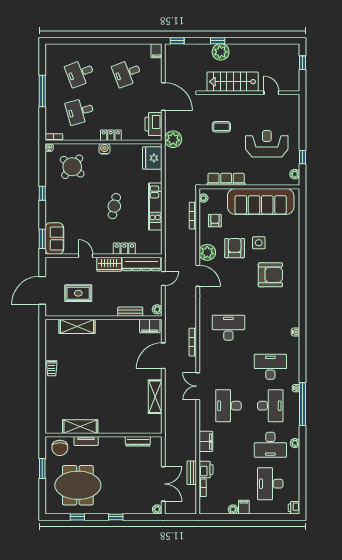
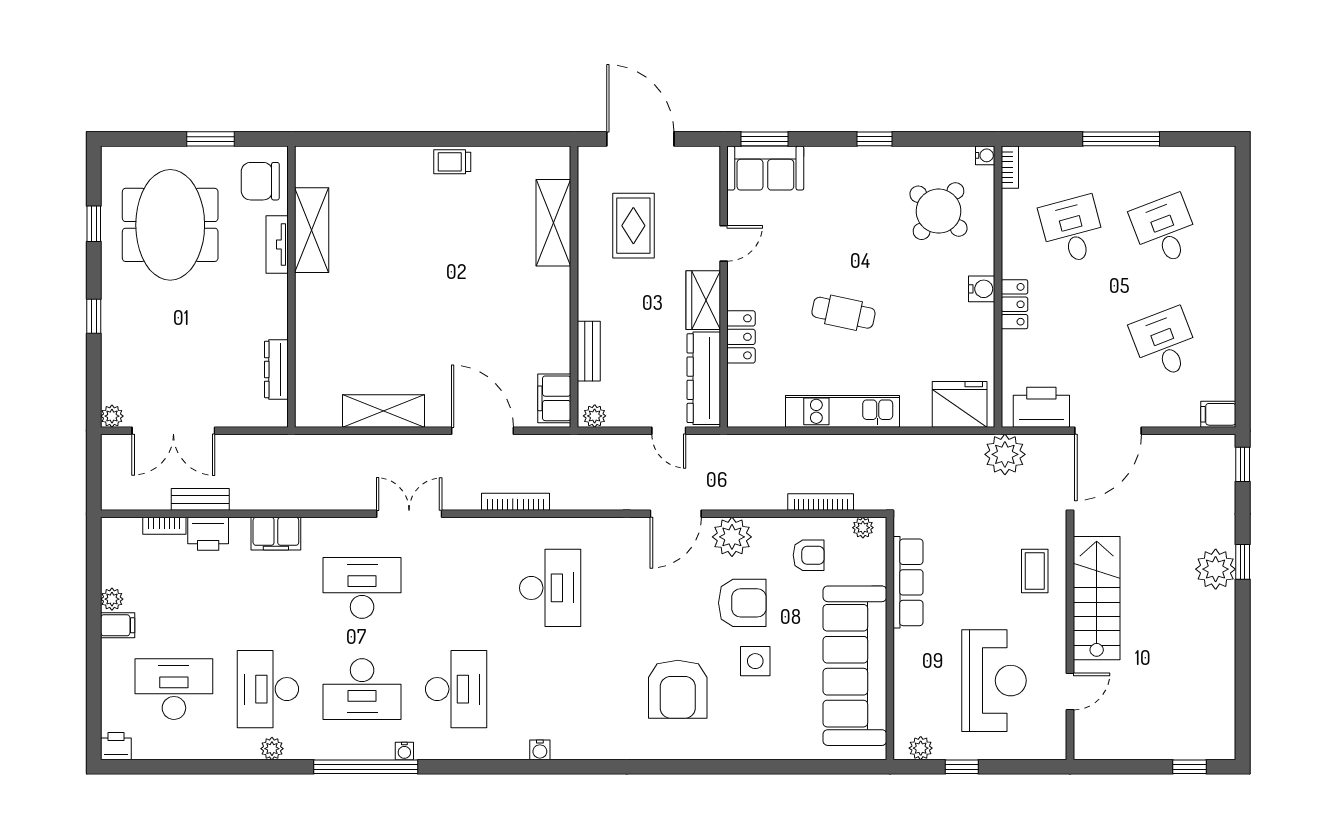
stairs: (233, 82) -> (1097, 598), moved
wall: (249, 93) -> (1070, 639), moved
door: (271, 93) -> (1070, 692), moved

